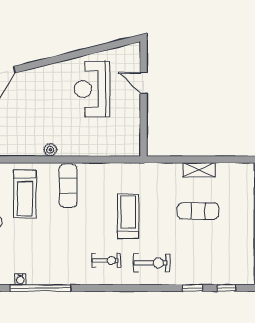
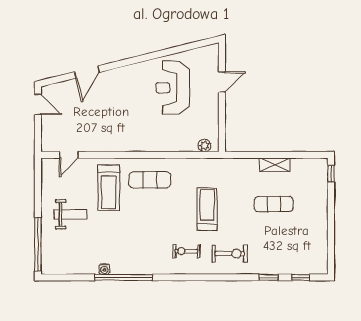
door: (144, 83) -> (222, 82), swing flipped
plant: (50, 150) -> (205, 146), moved
exercise mat: (68, 186) -> (150, 180), turned 90
exercise bike: (106, 260) -> (186, 251), turned 180

